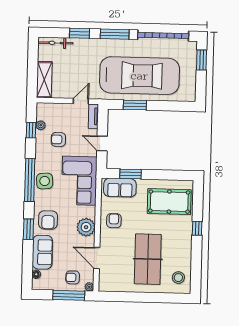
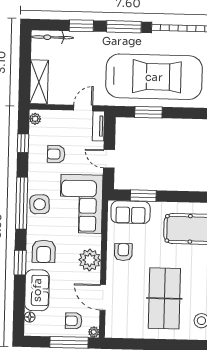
plant: (41, 125) -> (35, 119), moved

